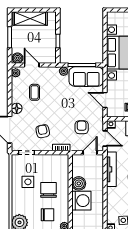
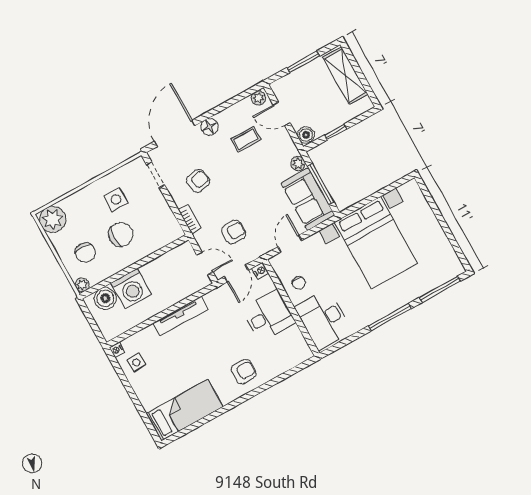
boiler: (18, 58) -> (306, 135), moved
door: (32, 65) -> (282, 114), swing flipped
tv unit: (111, 169) -> (180, 316), moved
boiler: (79, 183) -> (105, 298), moved

